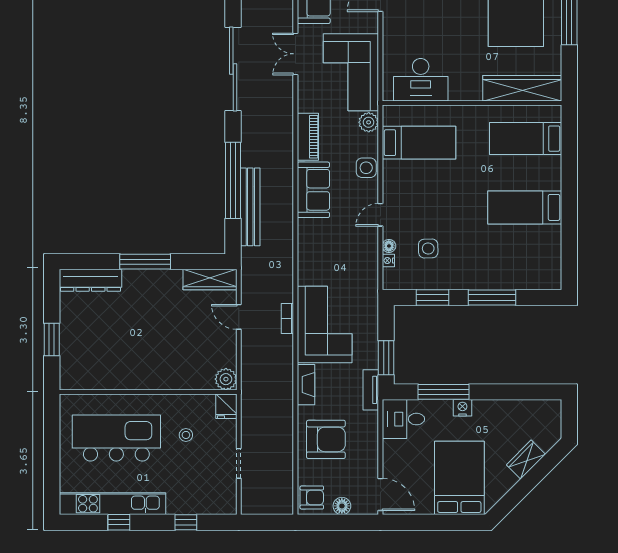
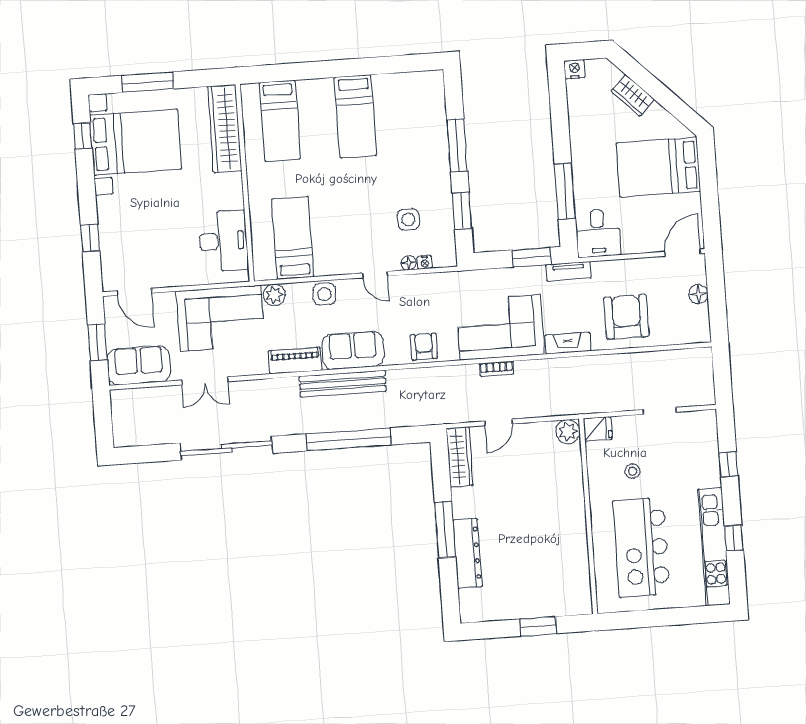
bench: (250, 207) -> (343, 384), moved
dresser: (90, 280) -> (467, 553), moved
nightstand: (462, 408) -> (574, 69), moved, turned 90
armchair: (312, 497) -> (424, 347), moved

